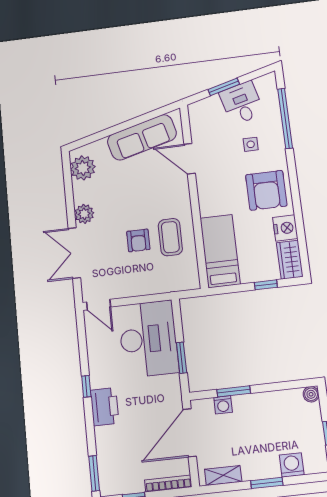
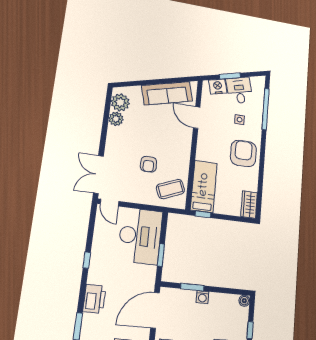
armchair: (266, 190) -> (243, 153), turned 180
plant: (84, 214) -> (116, 119), moved
nightstand: (285, 228) -> (218, 87), moved, turned -105
coffee table: (170, 237) -> (170, 189), moved, turned 68
double door: (74, 253) -> (98, 174), moved
window: (266, 285) -> (203, 214), moved
washing machine: (223, 405) -> (202, 297), moved
printer: (105, 407) -> (94, 299), moved

